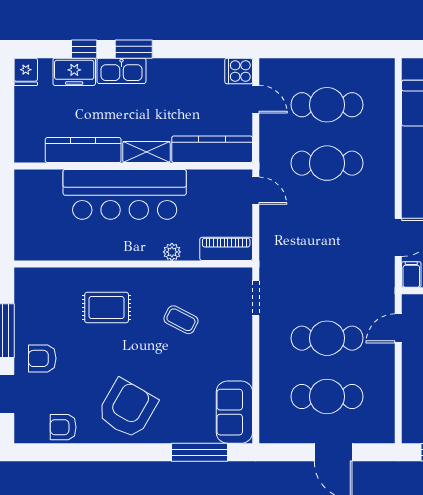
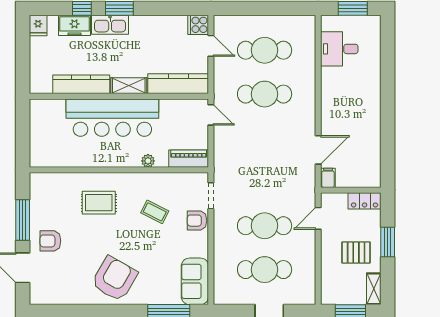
armchair: (63, 427) -> (197, 221), moved

